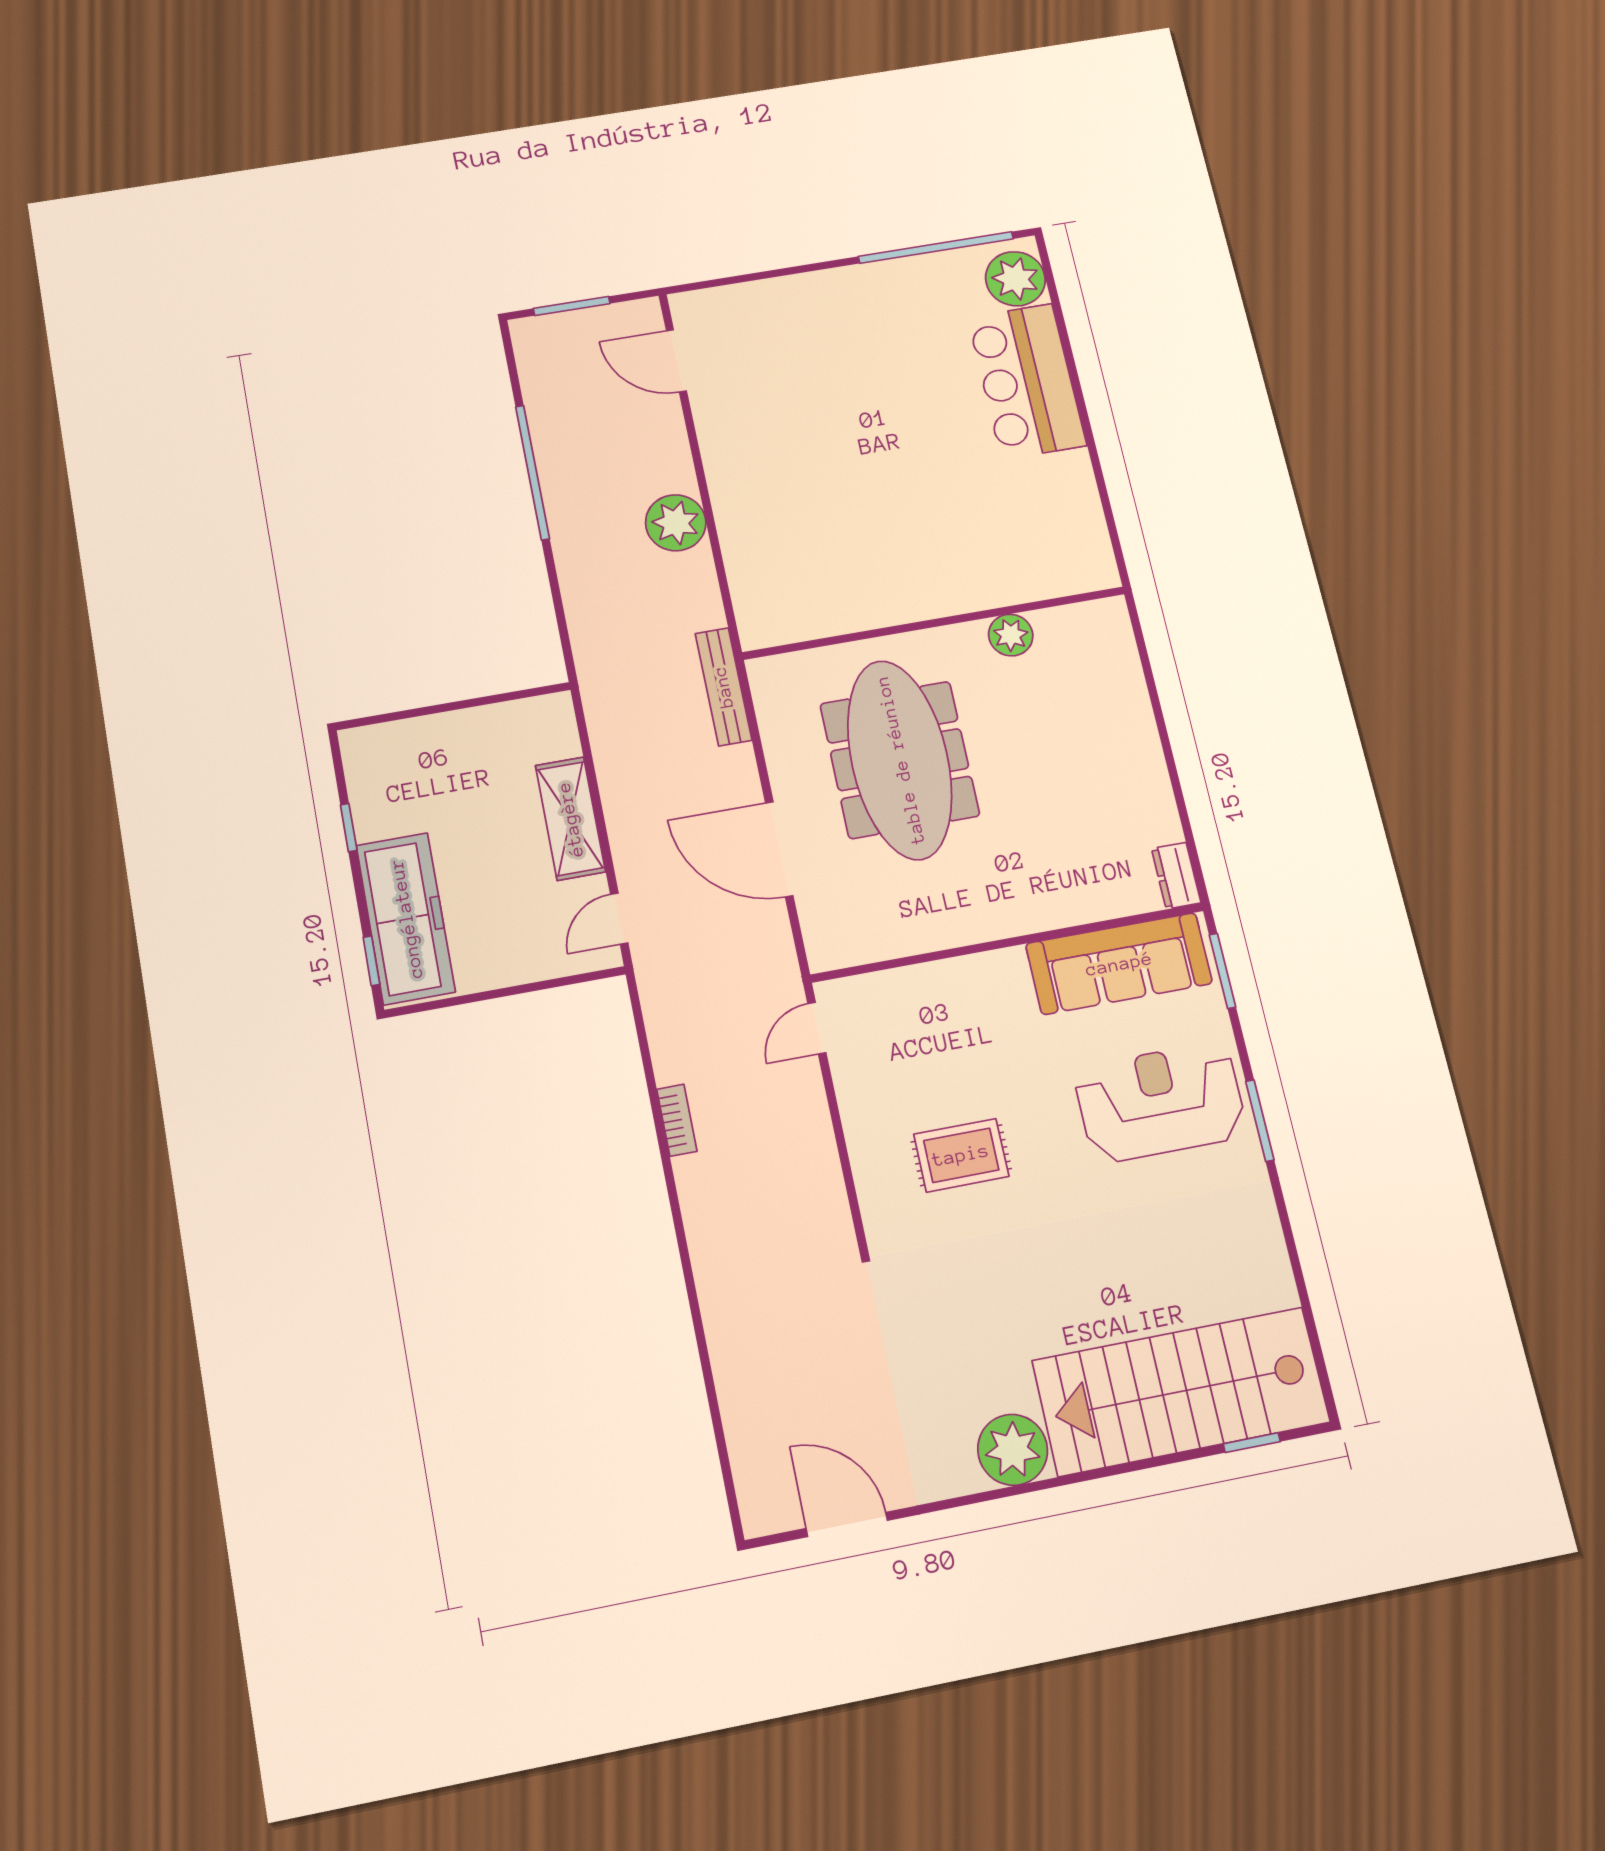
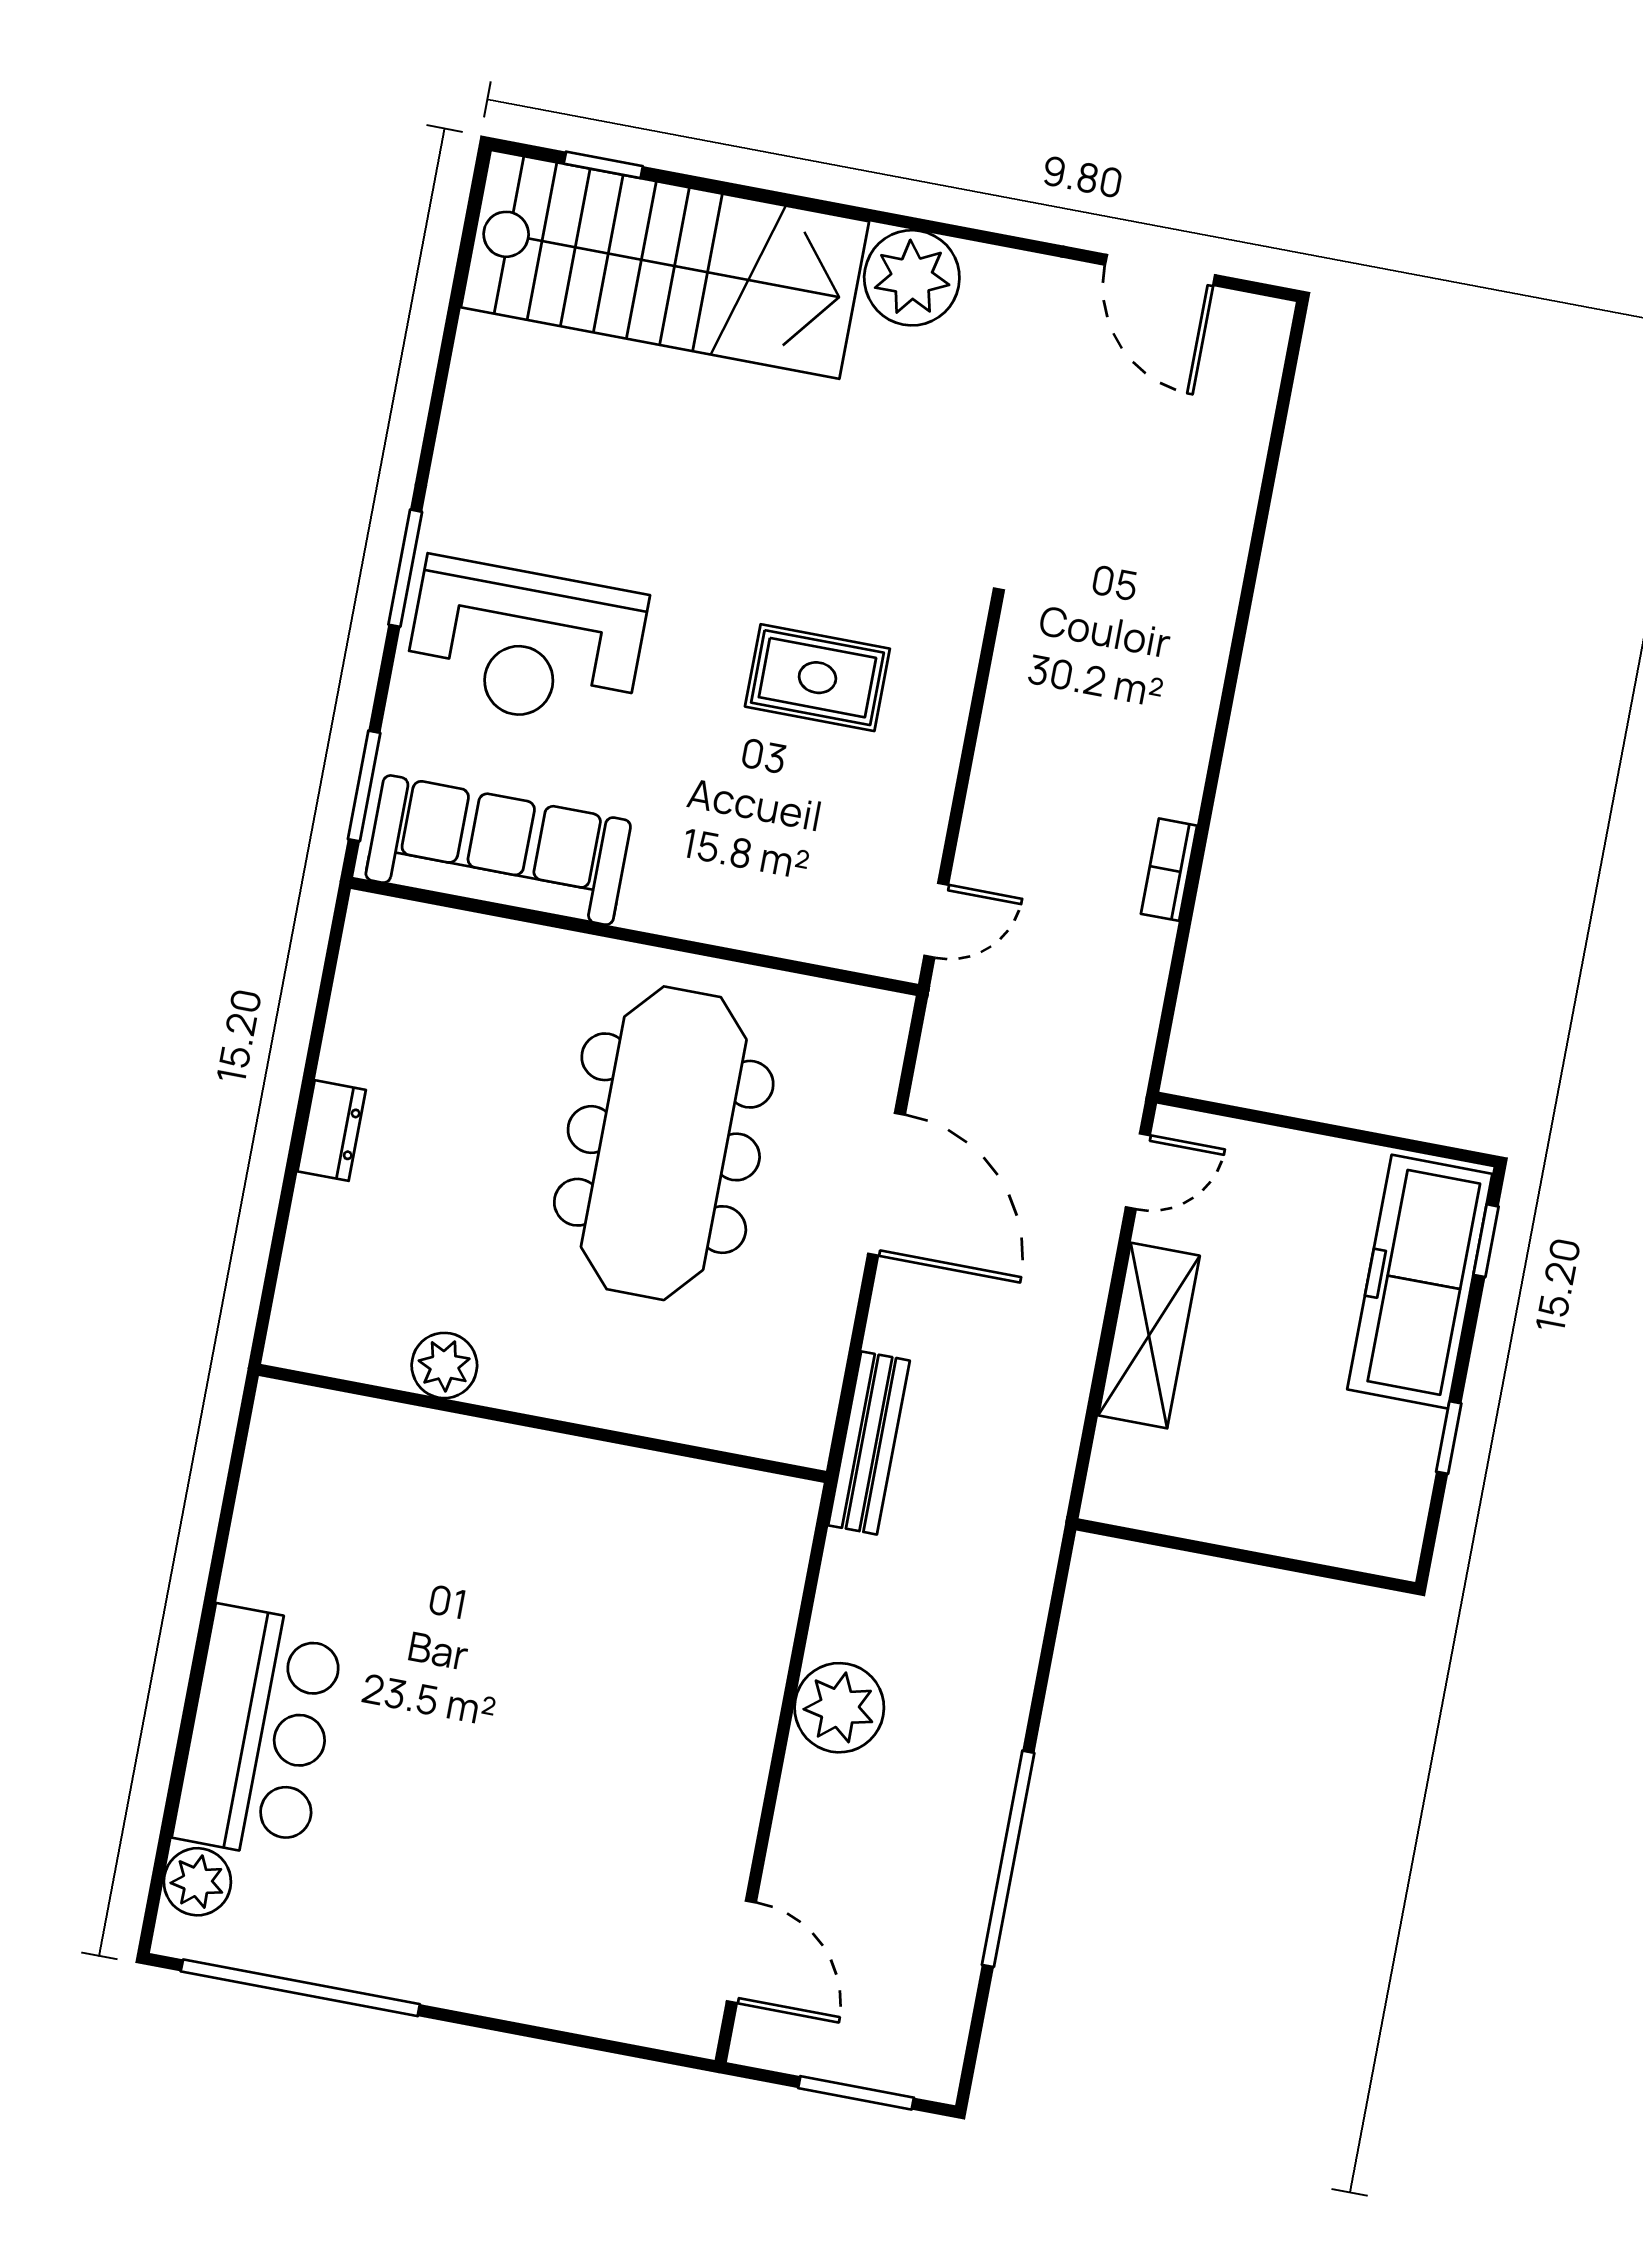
plant: (1015, 279) -> (197, 1882), width x0.73, depth x0.73
meeting table: (900, 760) -> (664, 1143), moved
dresser: (1176, 876) -> (332, 1131), moved

